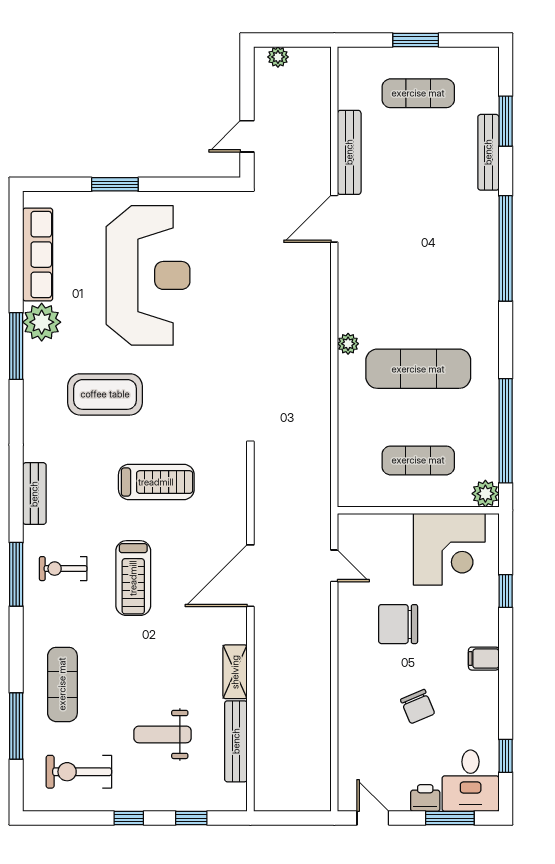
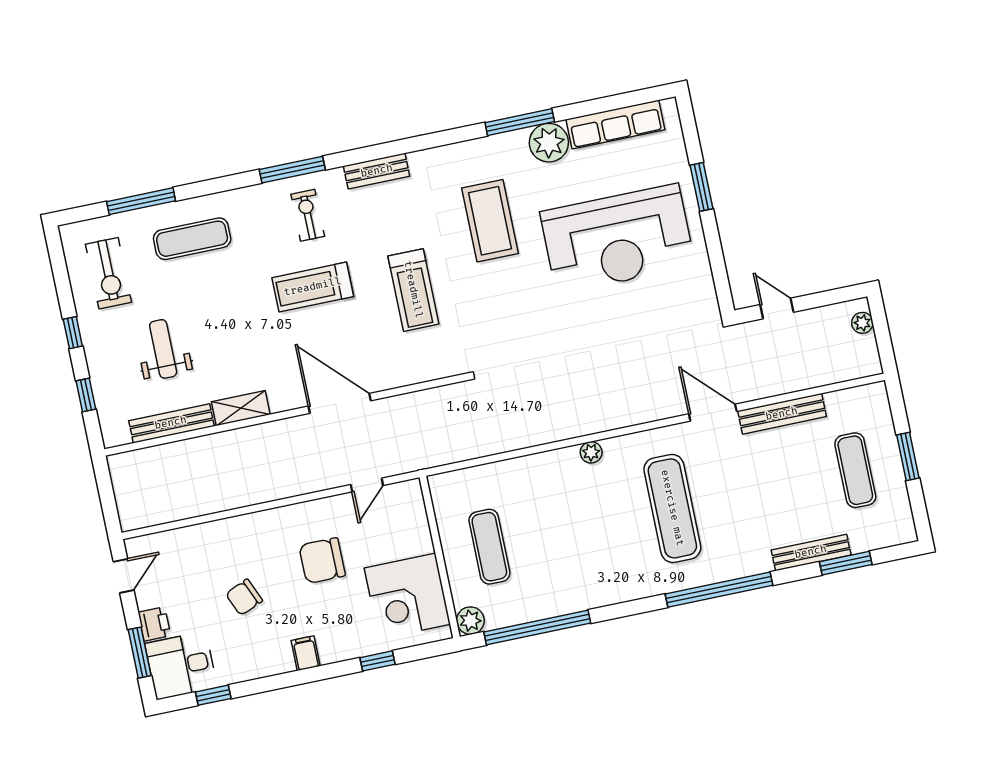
exercise mat: (418, 369) -> (672, 508), moved
chair: (398, 624) -> (322, 561), turned -90
exercise bike: (79, 772) -> (109, 273), turned 180

